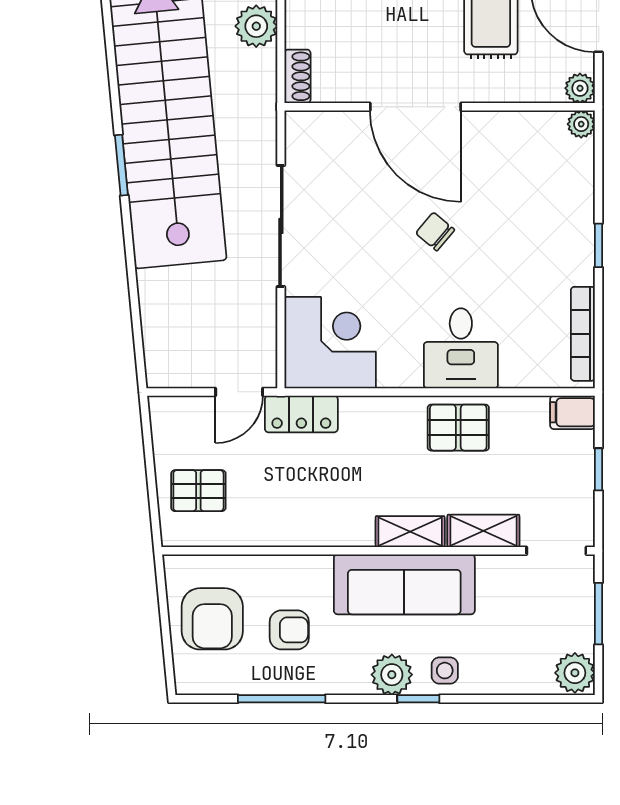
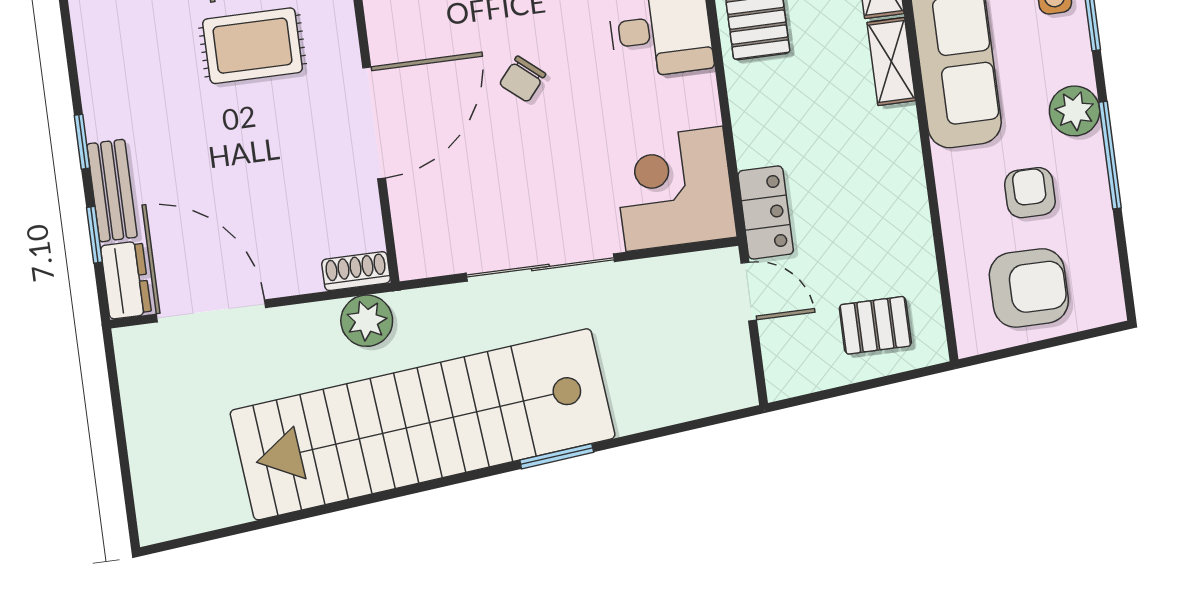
plant: (256, 26) -> (367, 321), moved
window: (121, 165) -> (557, 456), moved
pallet: (198, 491) -> (875, 325), turned 90
plant: (392, 675) -> (1075, 111), moved
window: (282, 699) -> (1110, 155), moved

